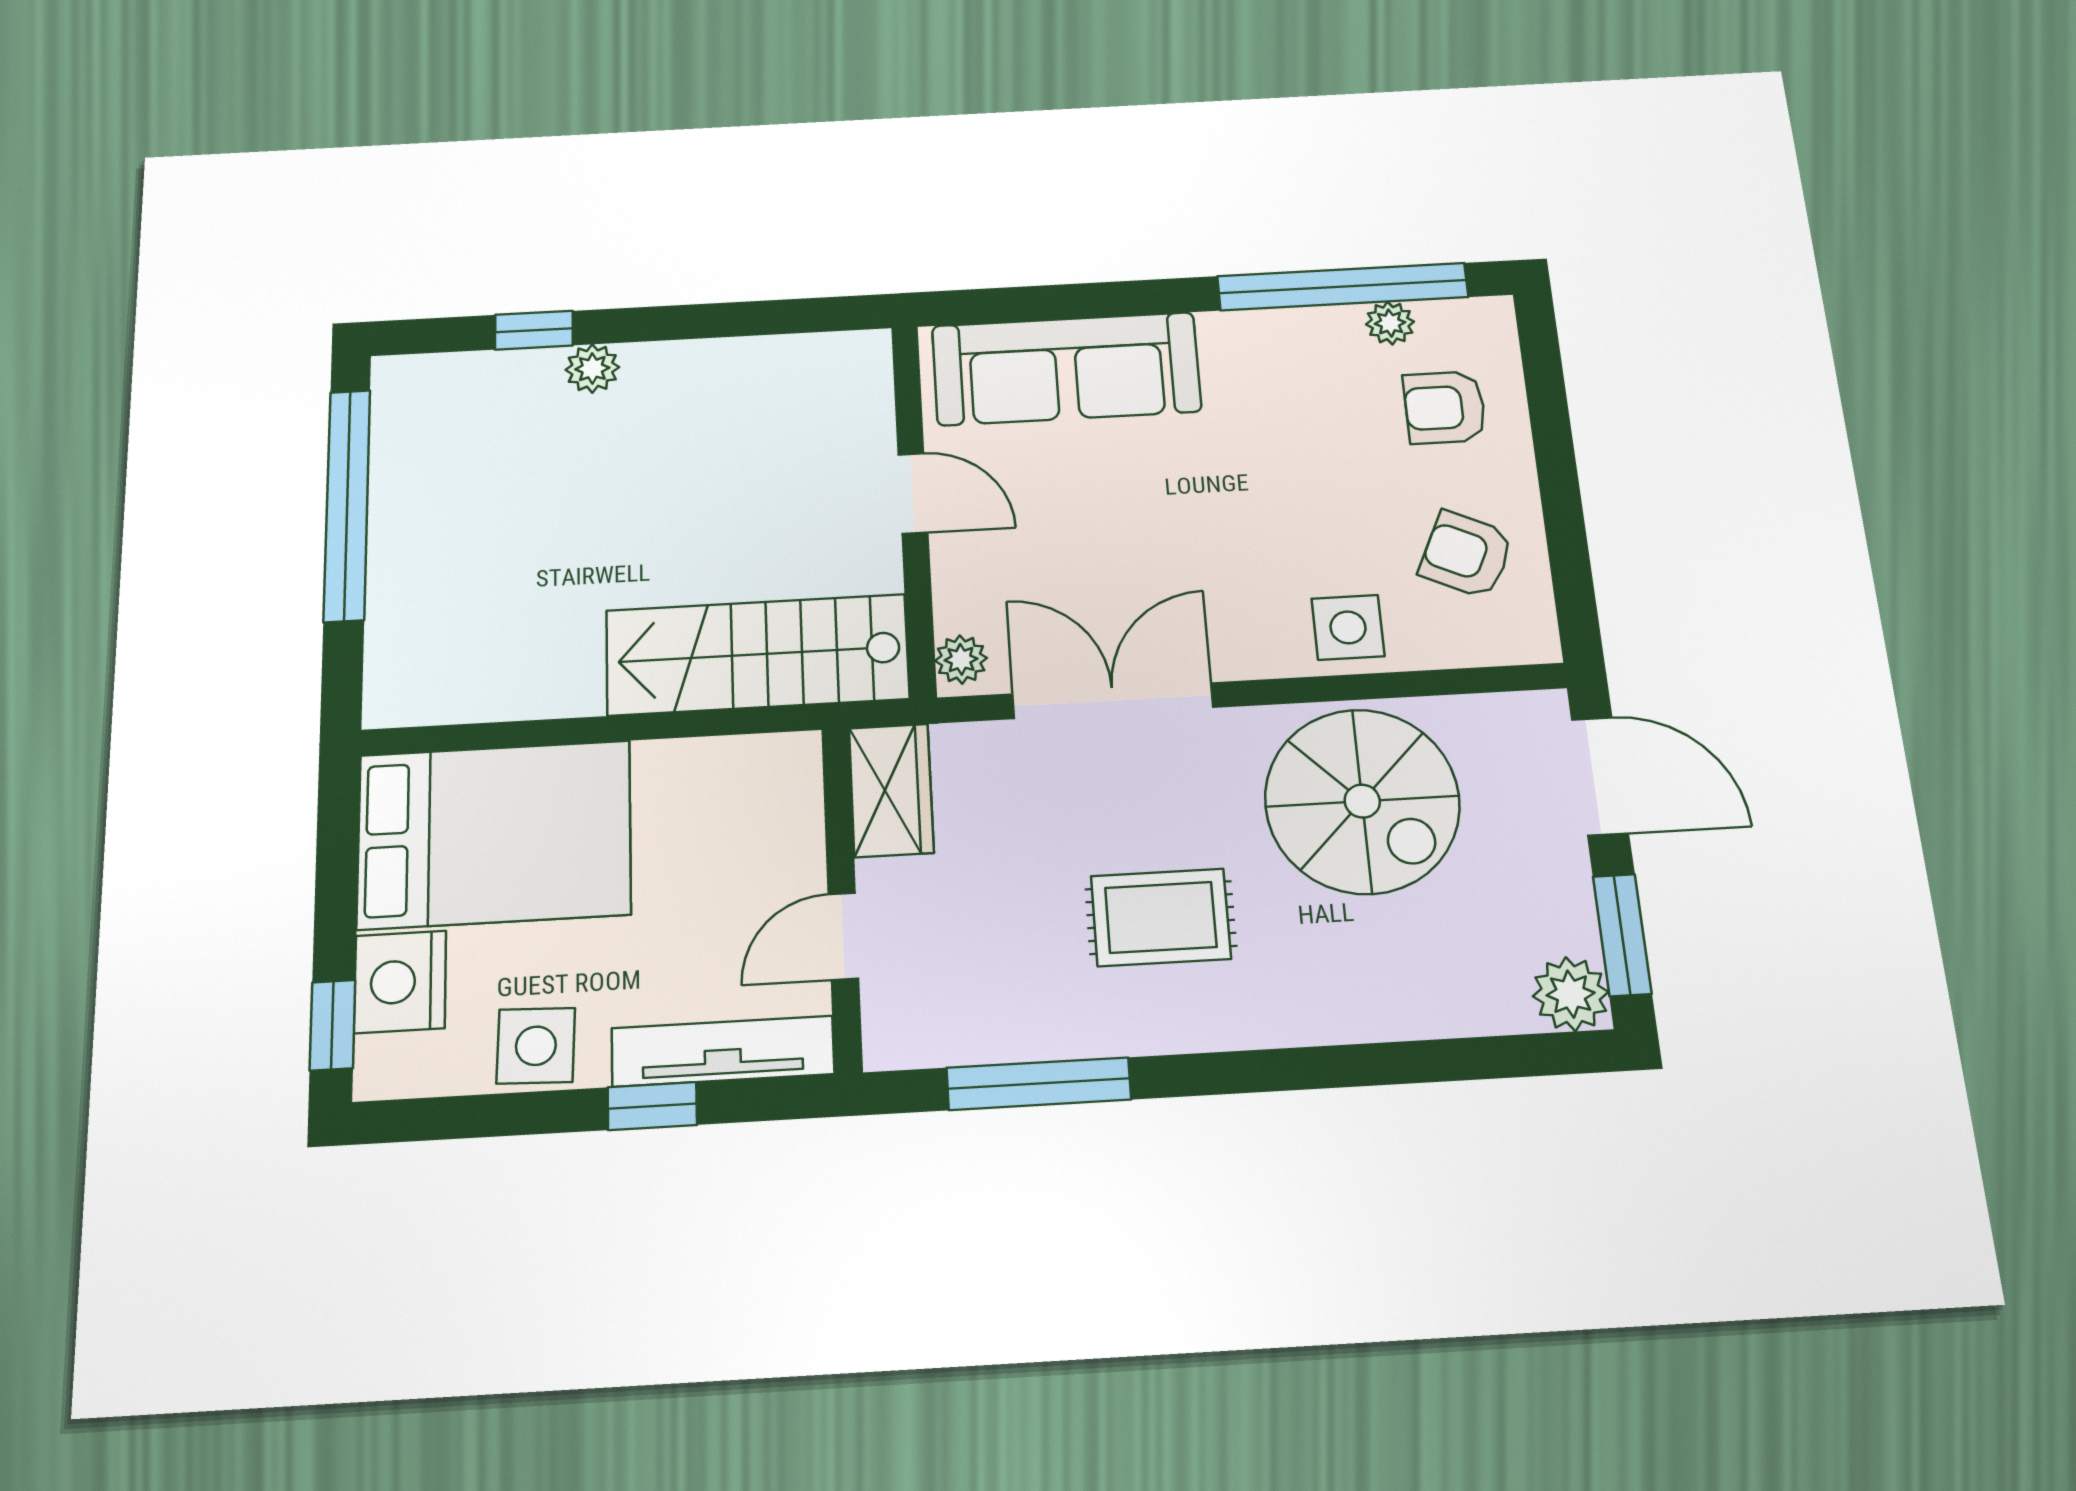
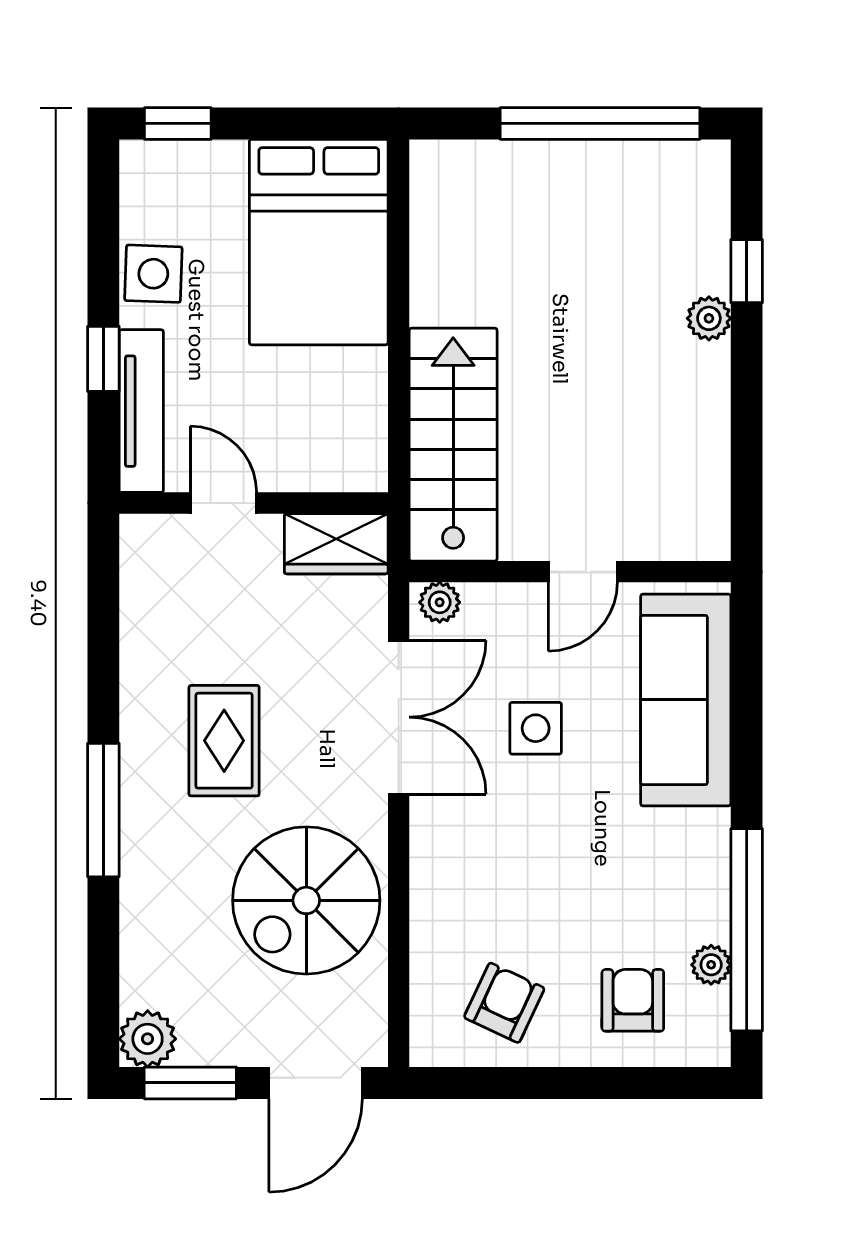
side table: (1348, 627) -> (536, 728), moved
nightstand: (400, 982) -> (208, 173), removed
window: (1039, 1084) -> (103, 810), moved

